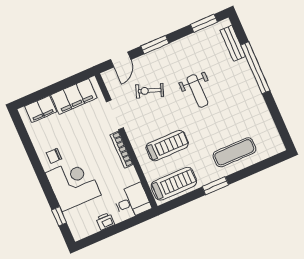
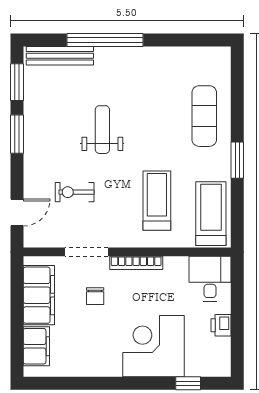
bench: (233, 43) -> (60, 56), width x1.36
window: (155, 45) -> (17, 134), moved
door: (121, 59) -> (17, 212), hinge flipped
exercise bike: (150, 91) -> (75, 192), turned 70
weight bench: (197, 91) -> (102, 130), turned -90
chair: (54, 156) -> (95, 296), moved

